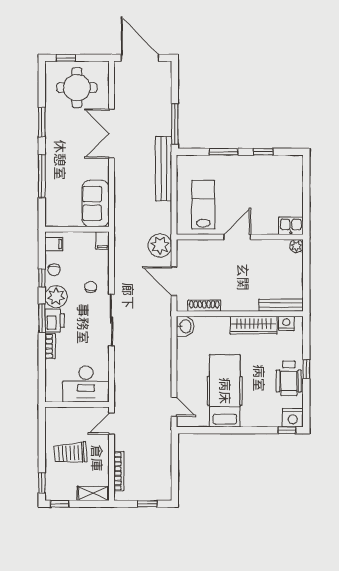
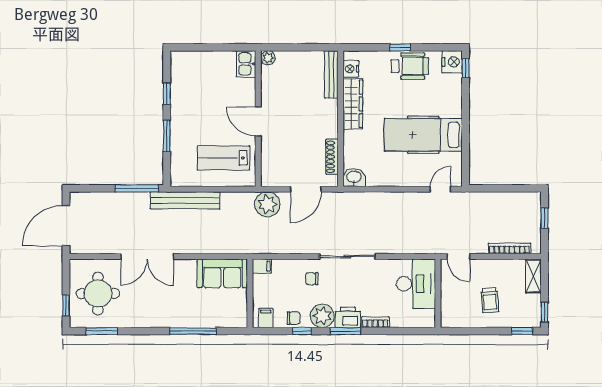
window: (42, 122) -> (102, 331), moved
trolley: (71, 453) -> (490, 300), width x0.73, depth x0.72

